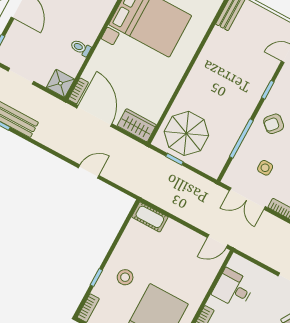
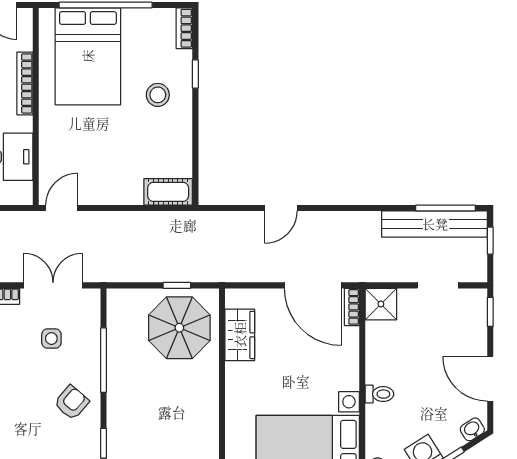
toilet: (81, 48) -> (379, 394), moved
wardrobe: (137, 125) -> (240, 335), moved, turned -90

